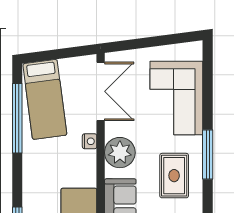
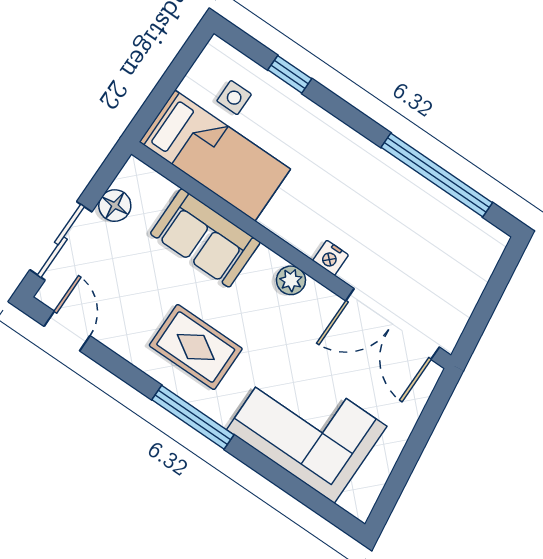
bed: (45, 99) -> (437, 234), removed
plant: (120, 153) -> (291, 280), width x0.53, depth x0.53

